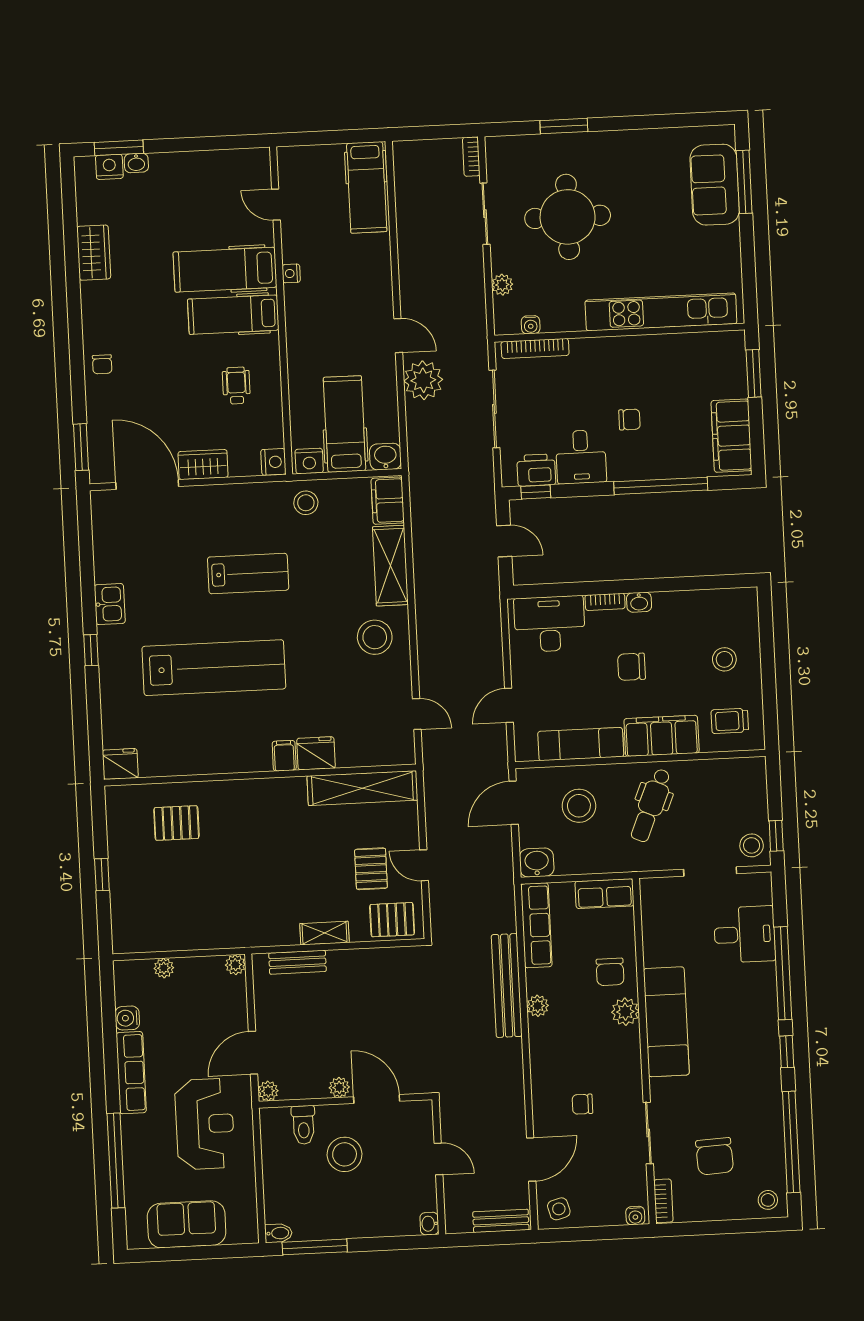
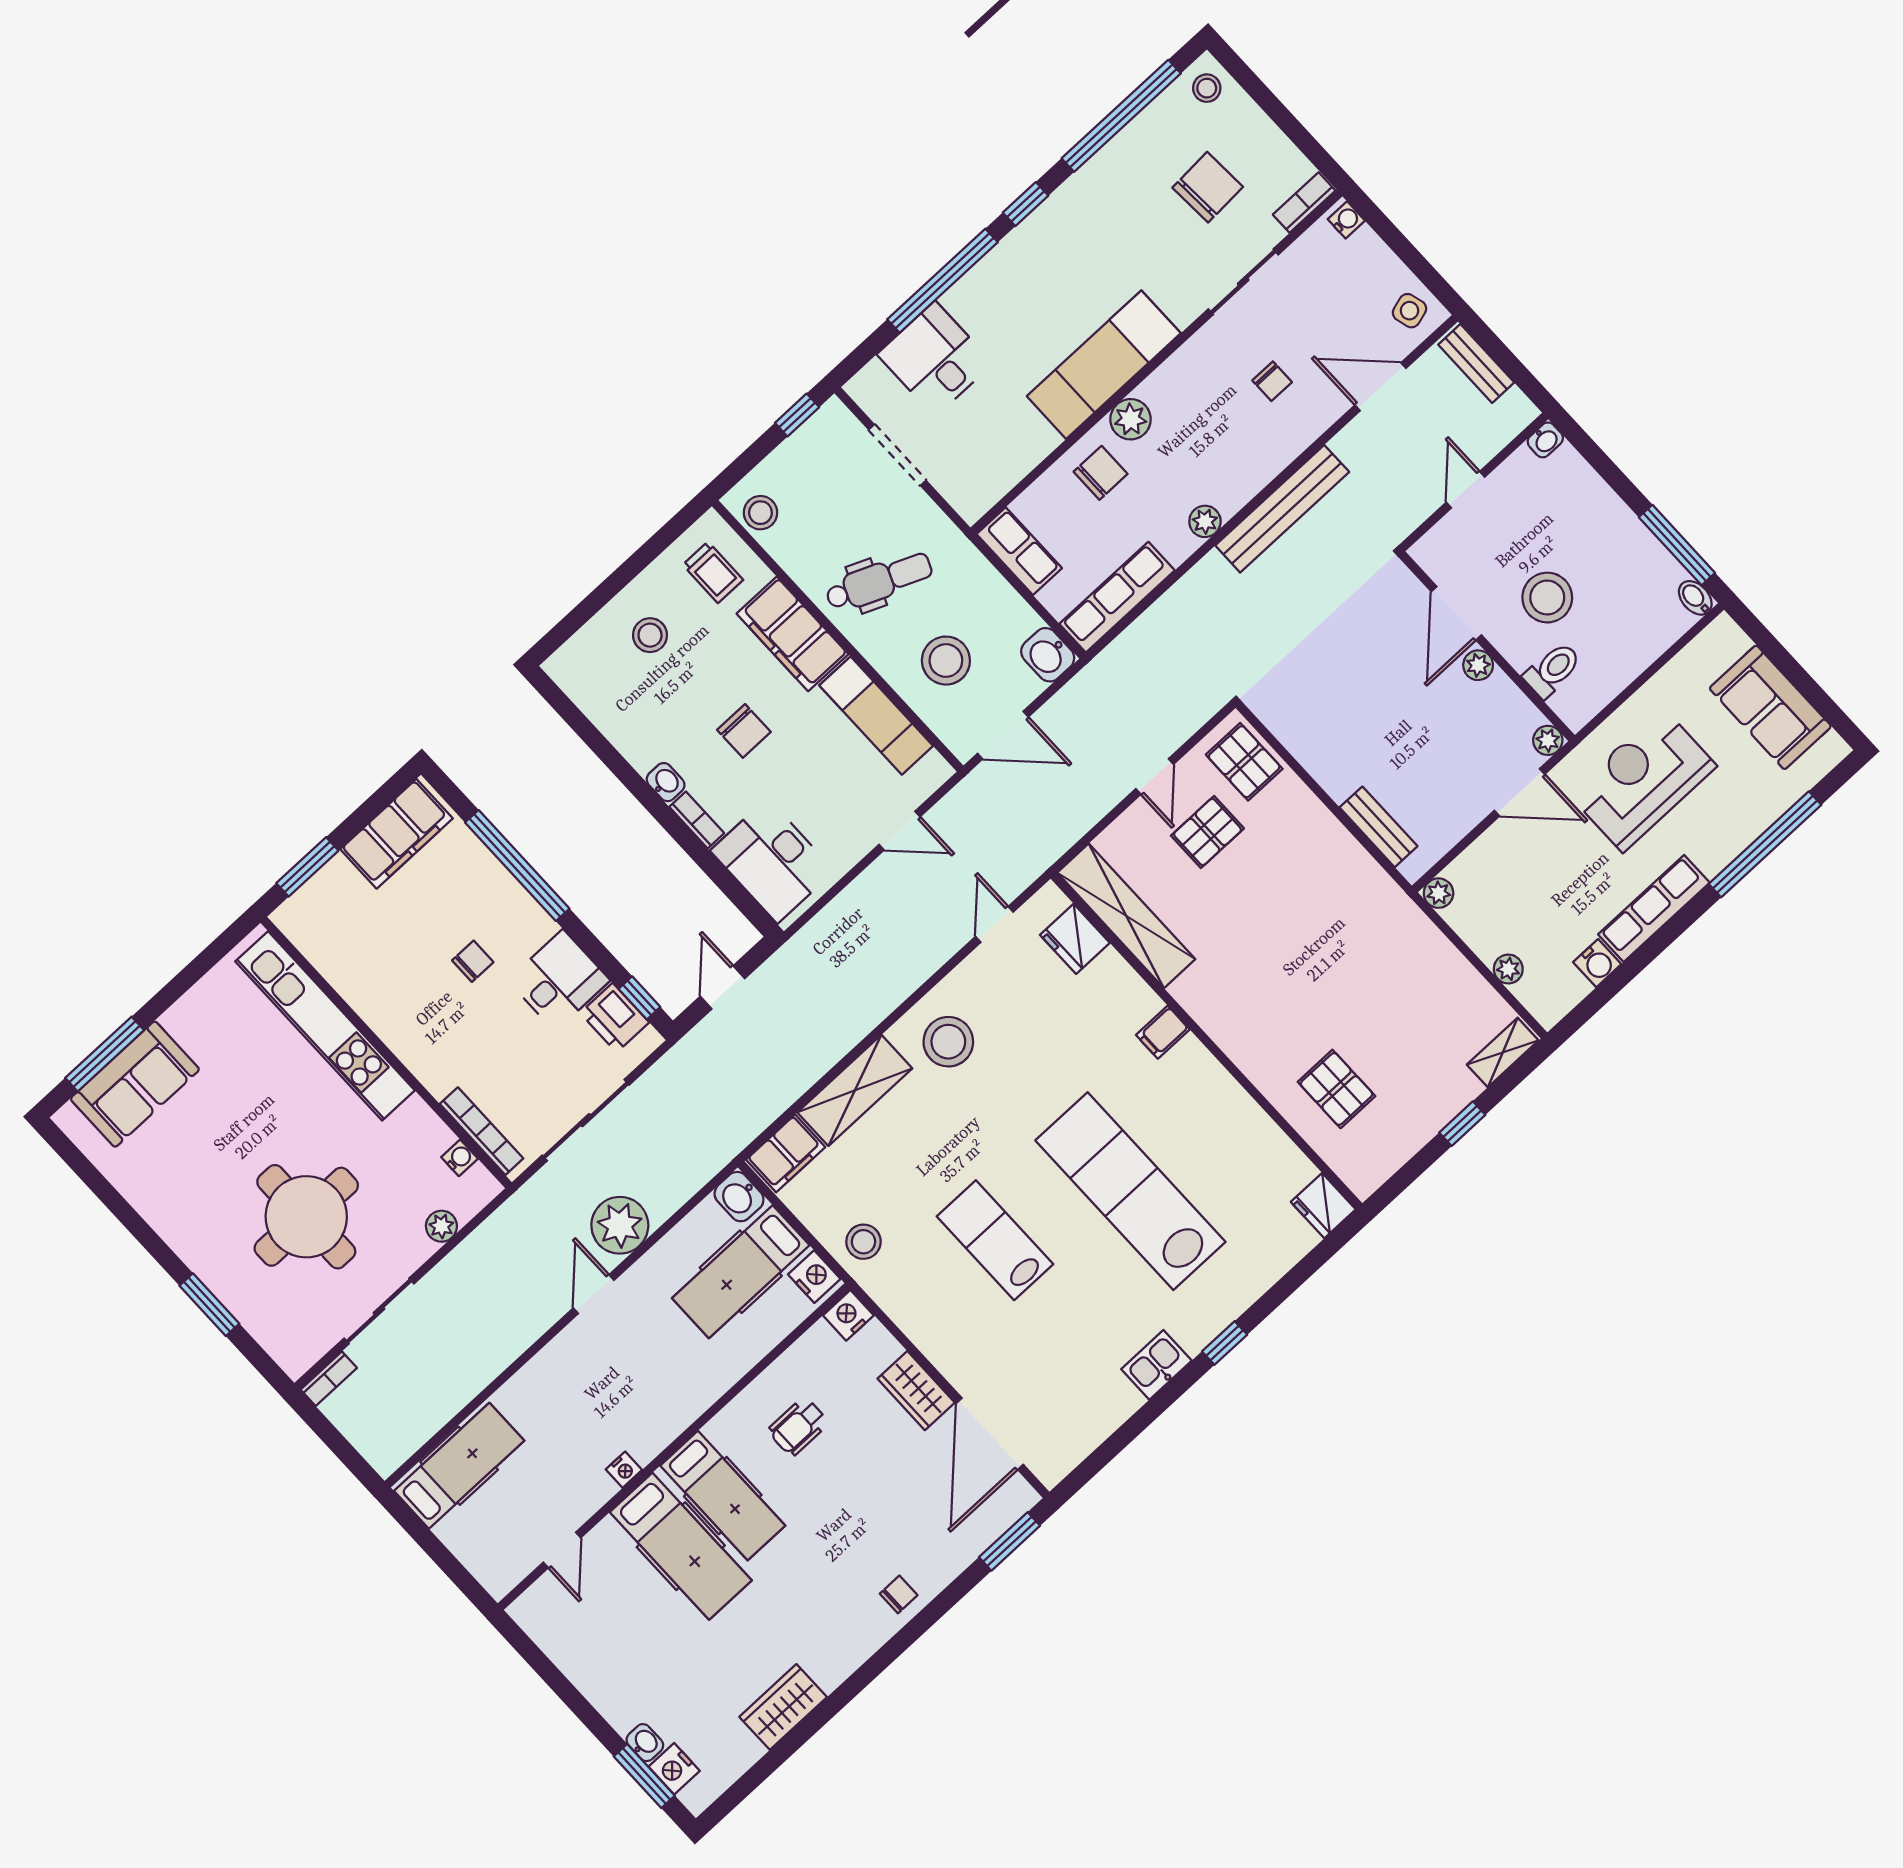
chair: (630, 420) -> (473, 961), turned 90
fridge: (316, 753) -> (1075, 939), moved
stool: (752, 845) -> (760, 513), moved
shelving: (324, 933) -> (1503, 1053), moved, turned 90
bench: (507, 986) -> (1282, 509), moved

